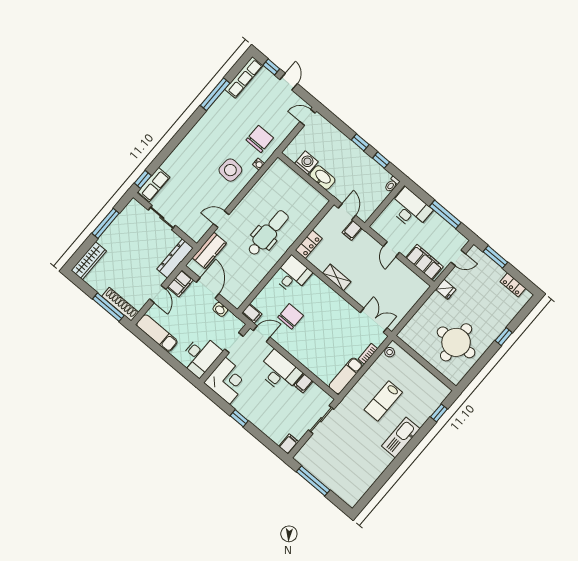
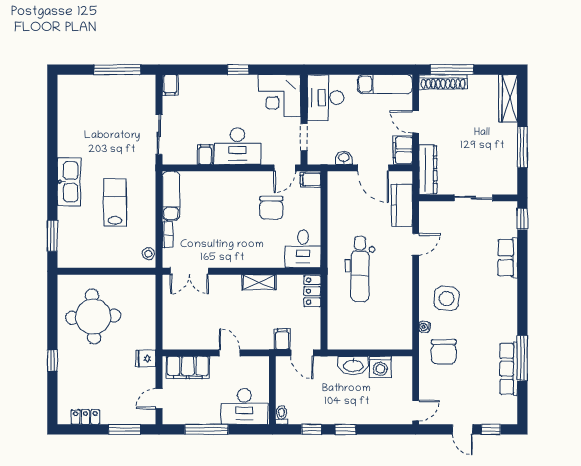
row of seats: (244, 77) -> (509, 369), moved
row of seats: (154, 185) -> (508, 258), moved
window: (439, 413) -> (52, 236), width x1.50

